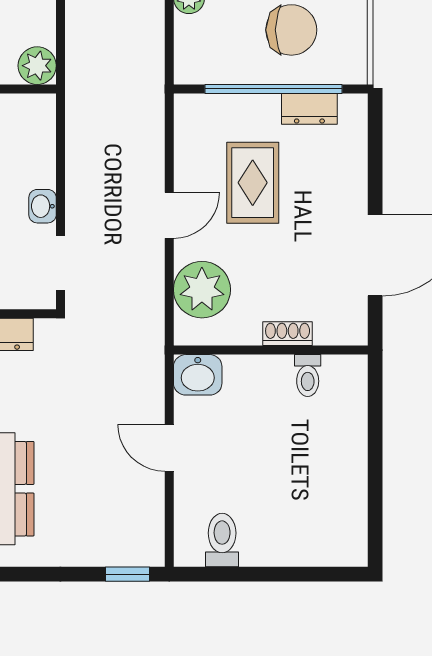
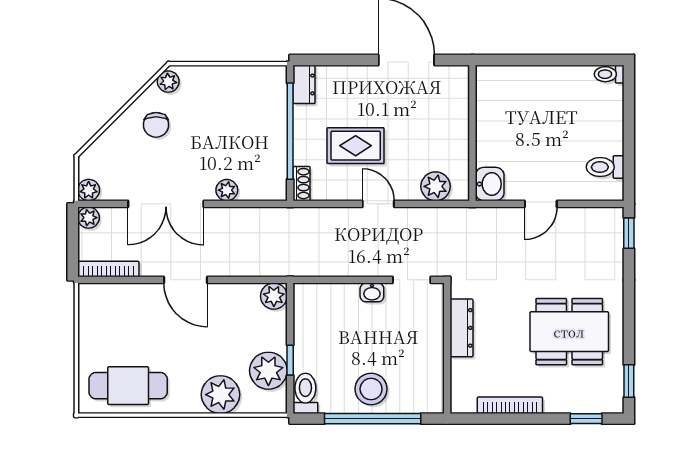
chair: (291, 30) -> (249, 119), removed
dresser: (309, 109) -> (304, 84), moved
plant: (202, 290) -> (436, 186), width x0.73, depth x0.73
shoe rack: (288, 334) -> (301, 184), moved, turned 180
toilet: (308, 376) -> (609, 74), moved, turned 180

